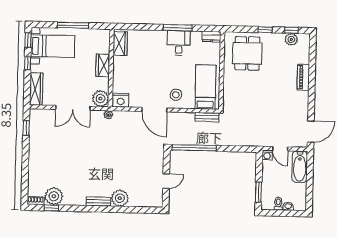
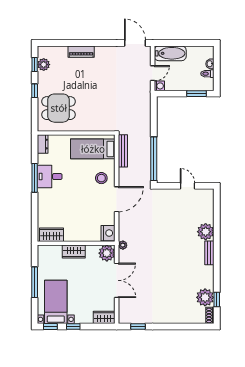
wardrobe: (36, 89) -> (104, 317), width x0.67
bench: (207, 117) -> (123, 151), width x1.36

